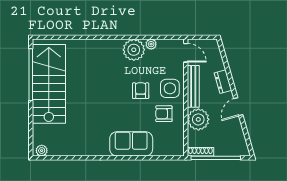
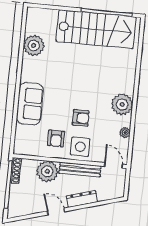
plant: (134, 50) -> (122, 104), moved
door: (186, 53) -> (113, 165), swing flipped
dresser: (223, 82) -> (82, 199), width x1.44
armchair: (164, 114) -> (56, 138), turned 180
plant: (42, 151) -> (34, 45), moved, width x1.87, depth x1.87

